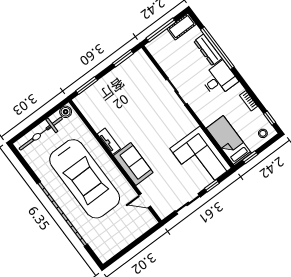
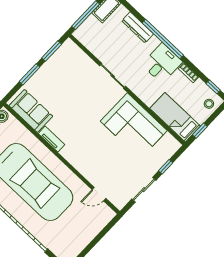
window: (217, 48) -> (163, 39), moved
desk: (219, 79) -> (162, 63), moved
window: (87, 86) -> (30, 74), moved
corner sofa: (200, 158) -> (134, 126), moved
sofa: (133, 164) -> (31, 111), moved

